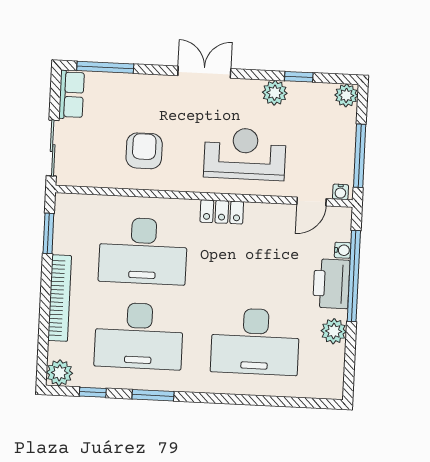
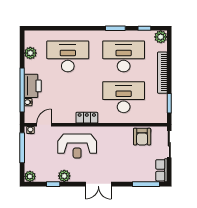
armchair: (144, 151) -> (142, 137), moved
plant: (334, 331) -> (30, 53), moved

